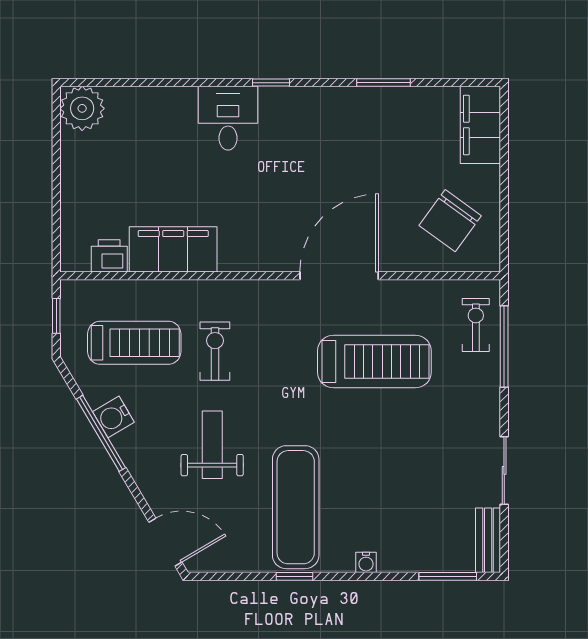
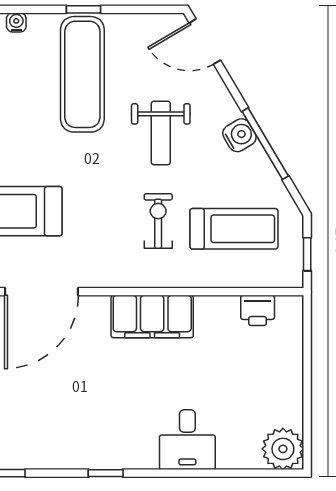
desk: (228, 118) -> (187, 440), moved
filing cabinet: (173, 249) -> (152, 316), moved
treadmill: (134, 343) -> (234, 229), turned 180
exercise bike: (215, 351) -> (158, 221), turned 180
water cooler: (113, 417) -> (239, 135), moved

